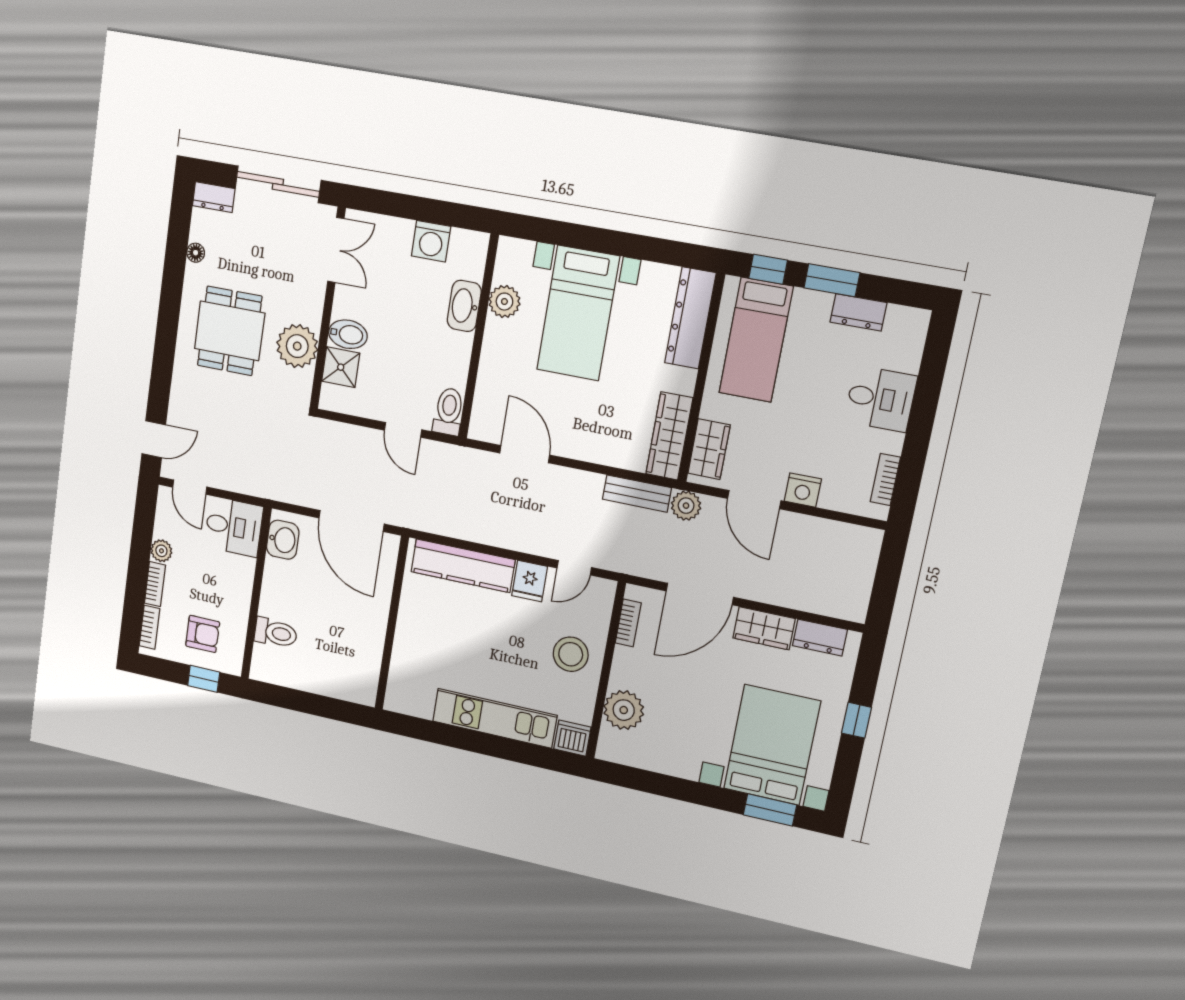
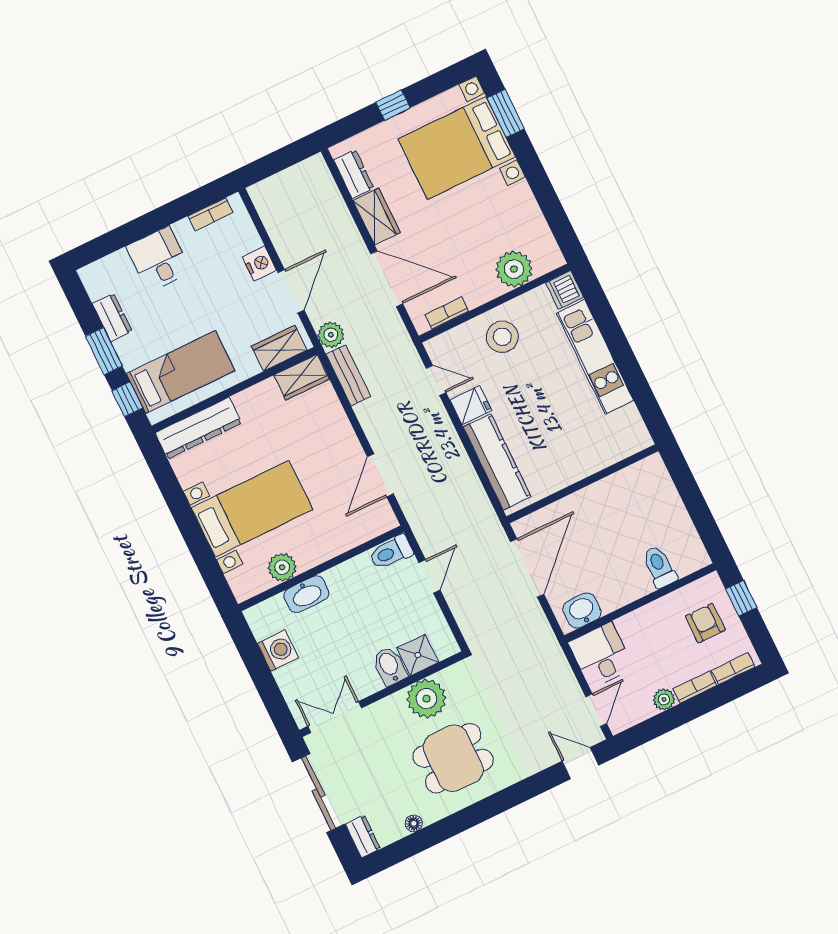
wardrobe: (669, 436) -> (301, 377), width x0.67

